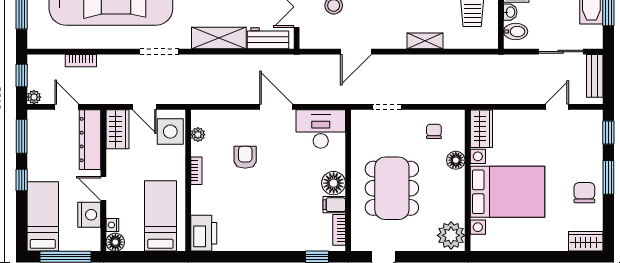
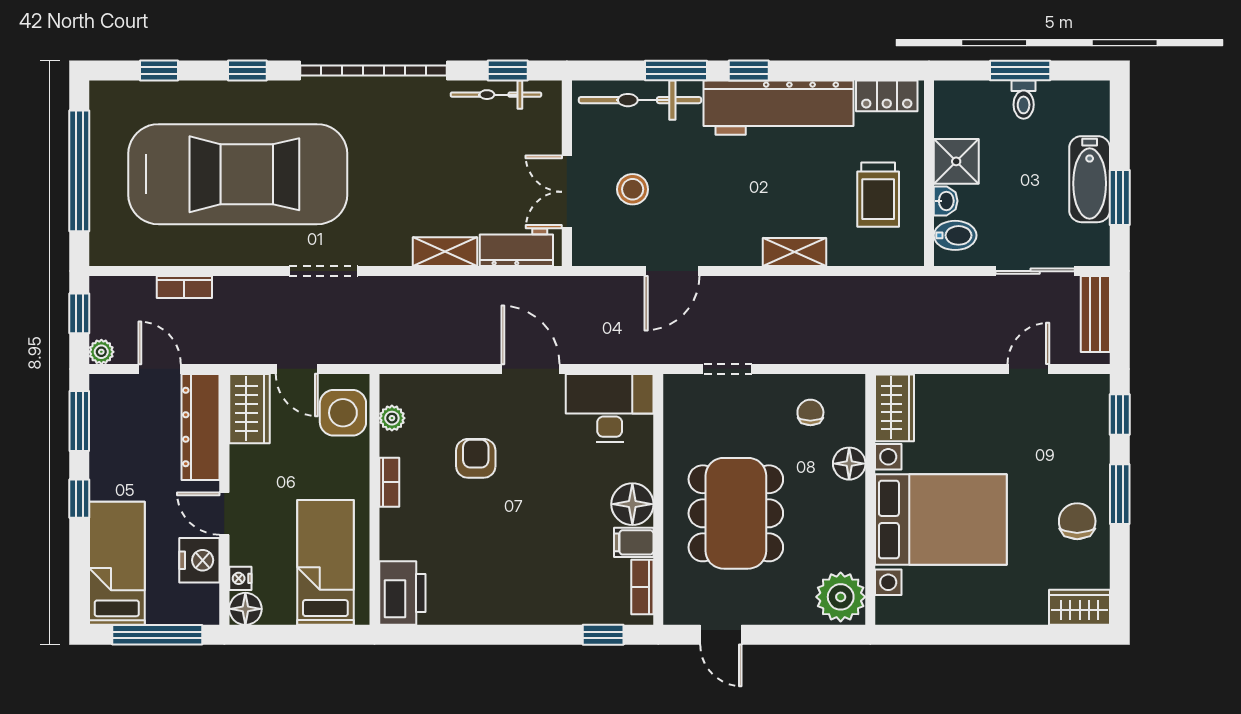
shelving: (219, 38) -> (445, 252), width x0.67, depth x0.75

